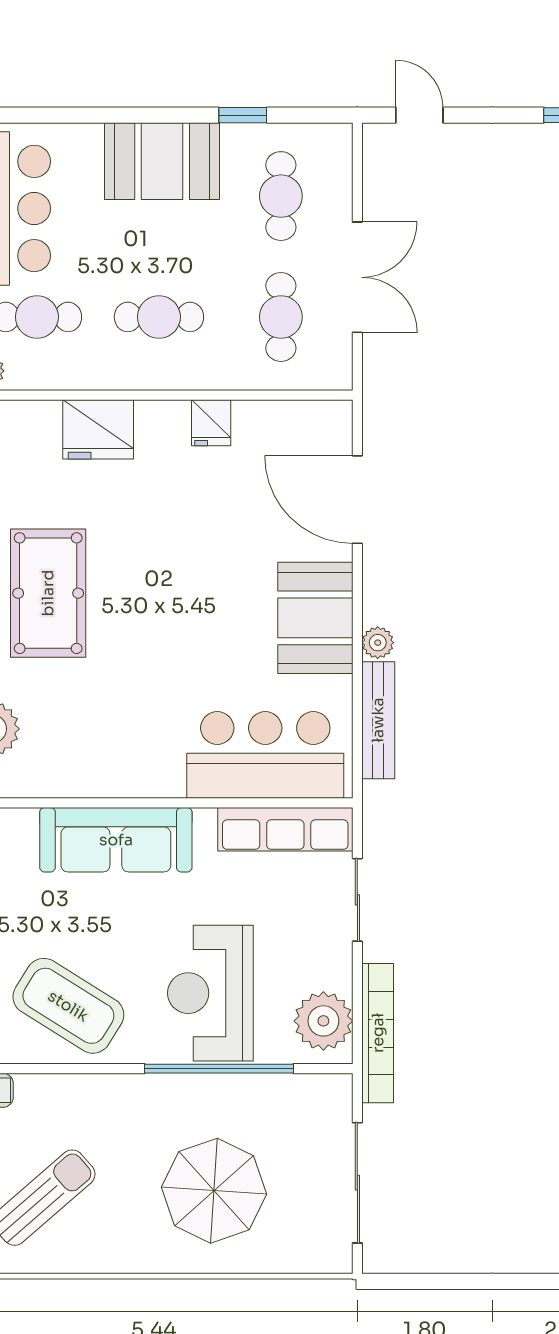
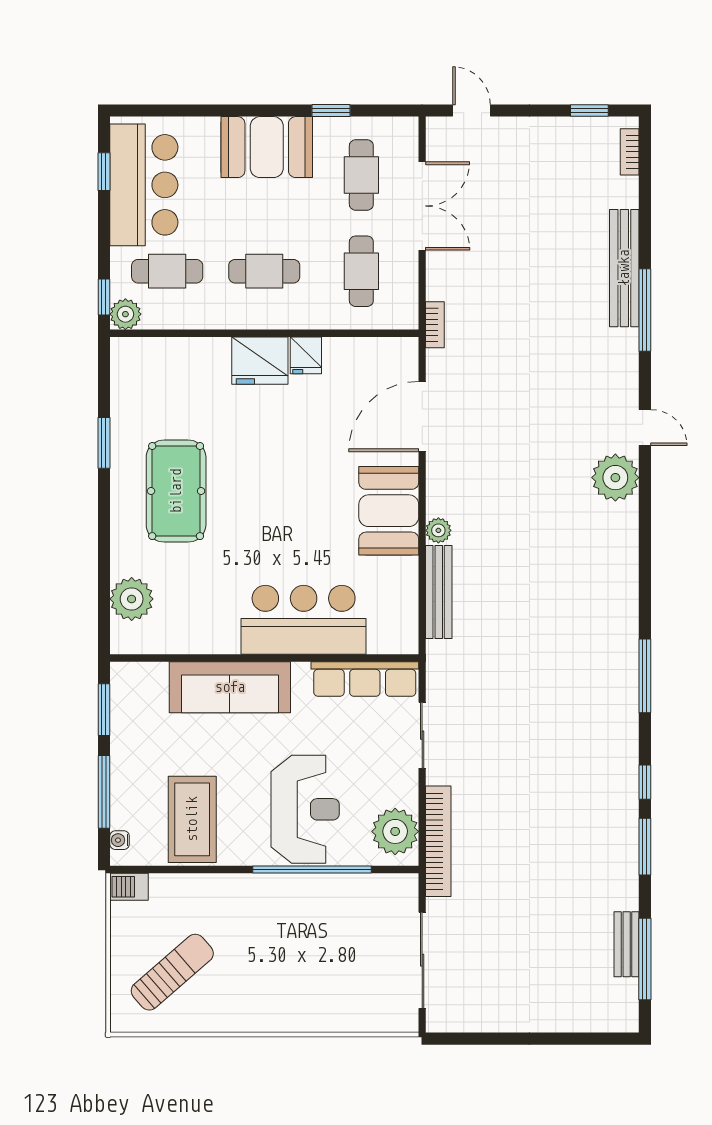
double door: (357, 277) -> (422, 206), moved
bookcase: (373, 384) -> (435, 325), added
fridge: (98, 429) -> (260, 361), moved
door: (357, 500) -> (422, 417), hinge flipped
bar counter: (265, 755) -> (304, 620), moved
reception desk: (210, 993) -> (305, 809), turned 180
coffee table: (68, 1006) -> (192, 819), turned 58
parasol: (214, 1191) -> (308, 967), removed

